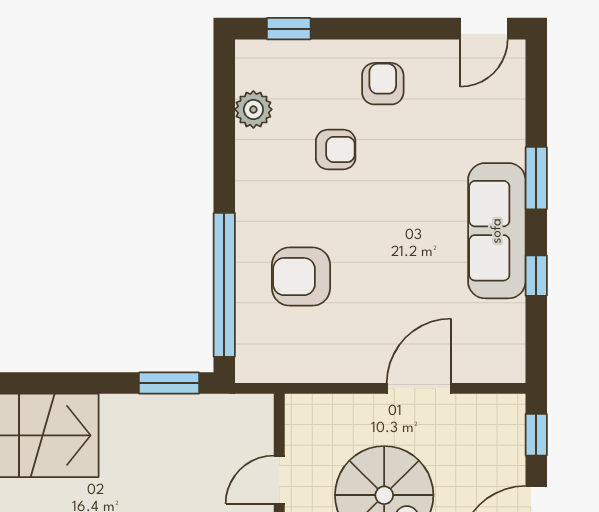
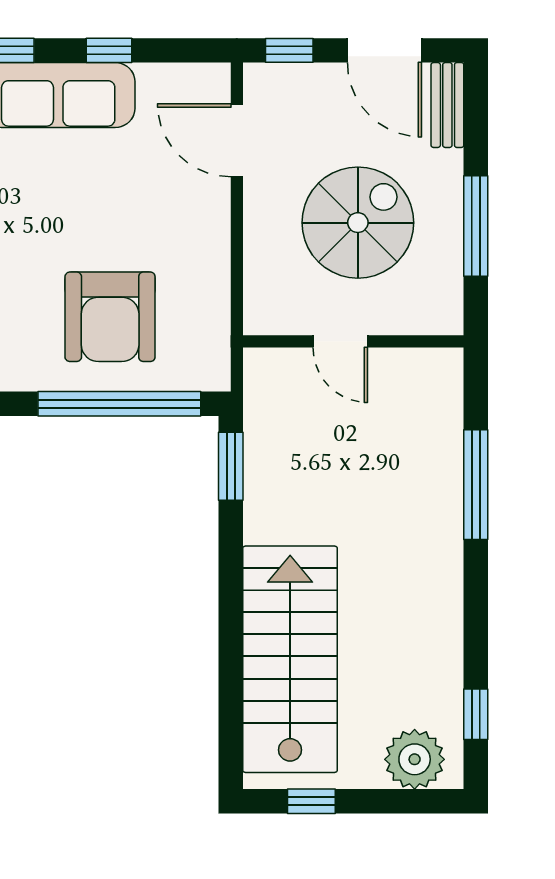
armchair: (301, 277) -> (110, 317), width x1.36, depth x1.36
door: (419, 388) -> (237, 140), moved

